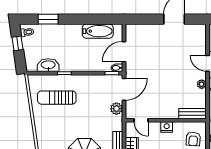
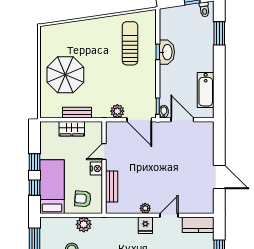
washbasin: (48, 65) -> (167, 52), moved
bench: (193, 114) -> (112, 186), moved
door: (141, 120) -> (104, 152), moved

